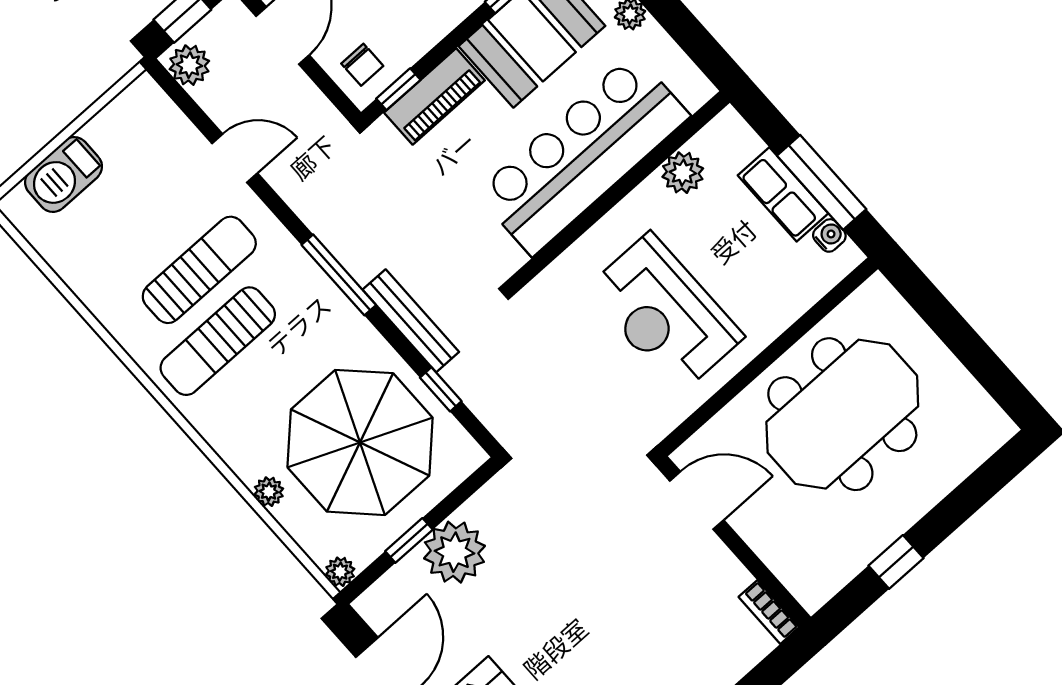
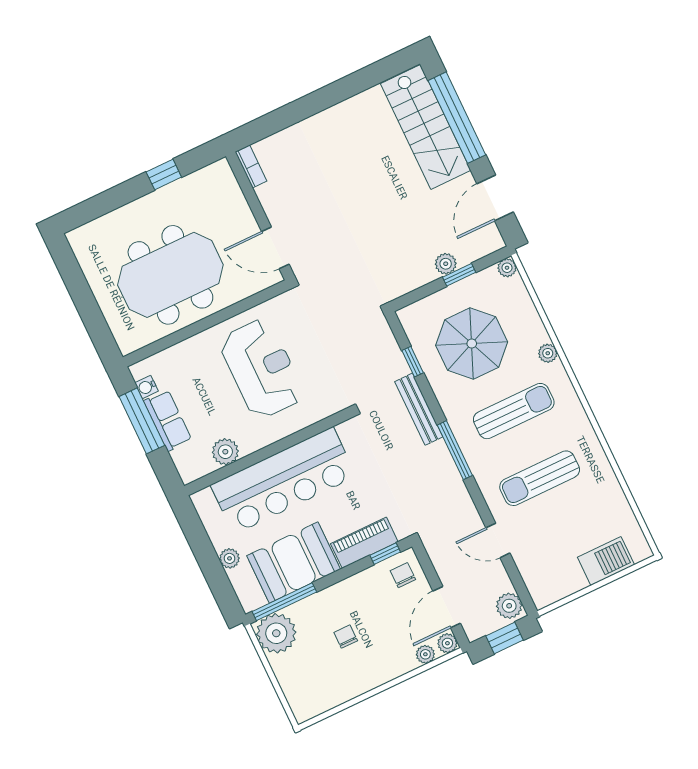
sun lounger: (218, 341) -> (514, 411), moved
parasol: (360, 442) -> (472, 344), width x0.73, depth x0.73
plant: (269, 492) -> (548, 353), moved
plant: (454, 552) -> (446, 264), width x0.53, depth x0.53

